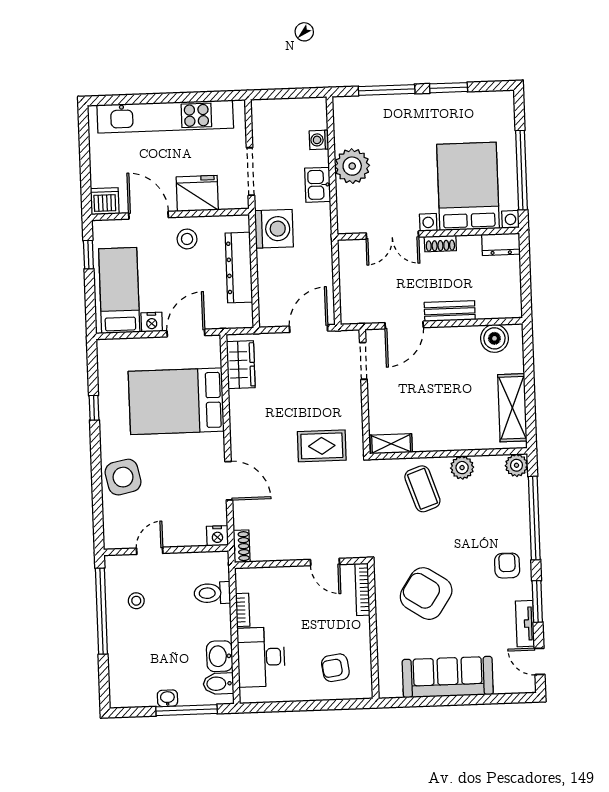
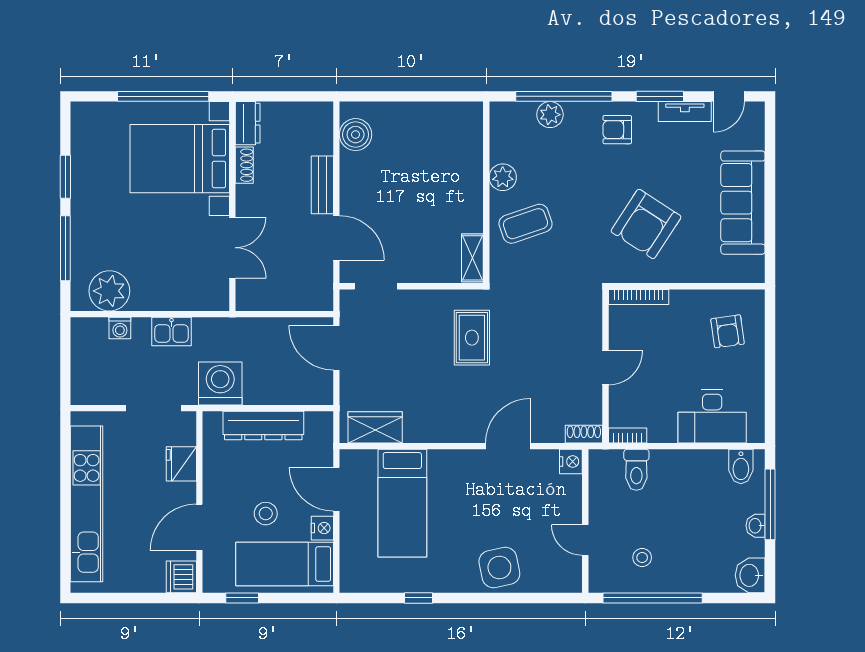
plant: (352, 166) -> (109, 291), moved
fridge: (197, 193) -> (181, 464), width x0.73, depth x0.75
stool: (187, 239) -> (266, 514), moved
shoe rack: (440, 244) -> (244, 165), moved
bed: (176, 401) -> (402, 503), width x0.67
shelving: (512, 408) -> (436, 117), removed
plant: (516, 465) -> (550, 115), moved
door: (325, 562) -> (606, 368), moved
bookcase: (243, 610) -> (628, 436), moved
washbasin: (220, 656) -> (750, 575), moved, turned 90

